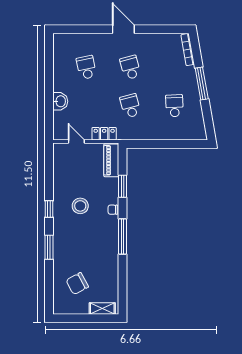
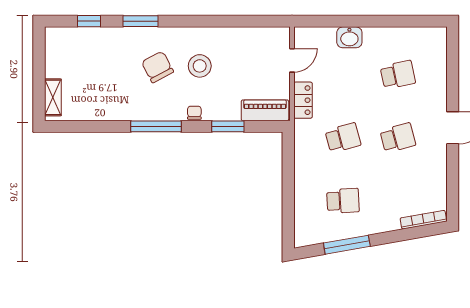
window: (202, 84) -> (347, 245), moved
window: (49, 209) -> (89, 21), moved
chair: (77, 284) -> (157, 67), moved

